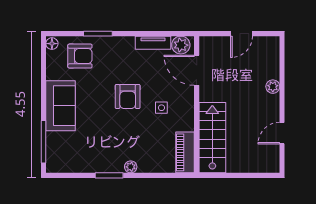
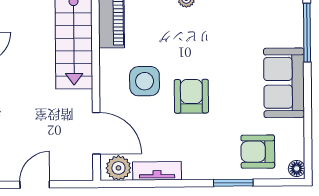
side table: (161, 108) -> (145, 81), width x1.87, depth x1.87

